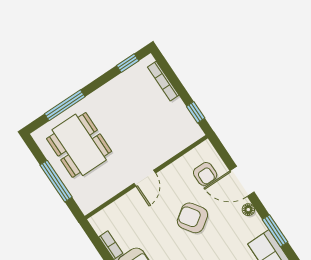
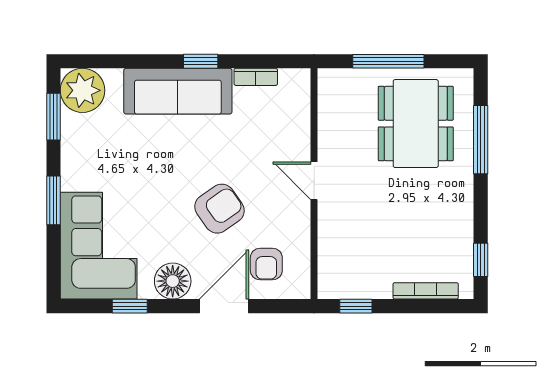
dining table: (79, 145) -> (416, 124), turned 90
armchair: (205, 174) -> (266, 264), turned -90
floor lamp: (248, 210) -> (173, 281), width x1.89, depth x1.89
window: (275, 231) -> (130, 306), width x0.67

